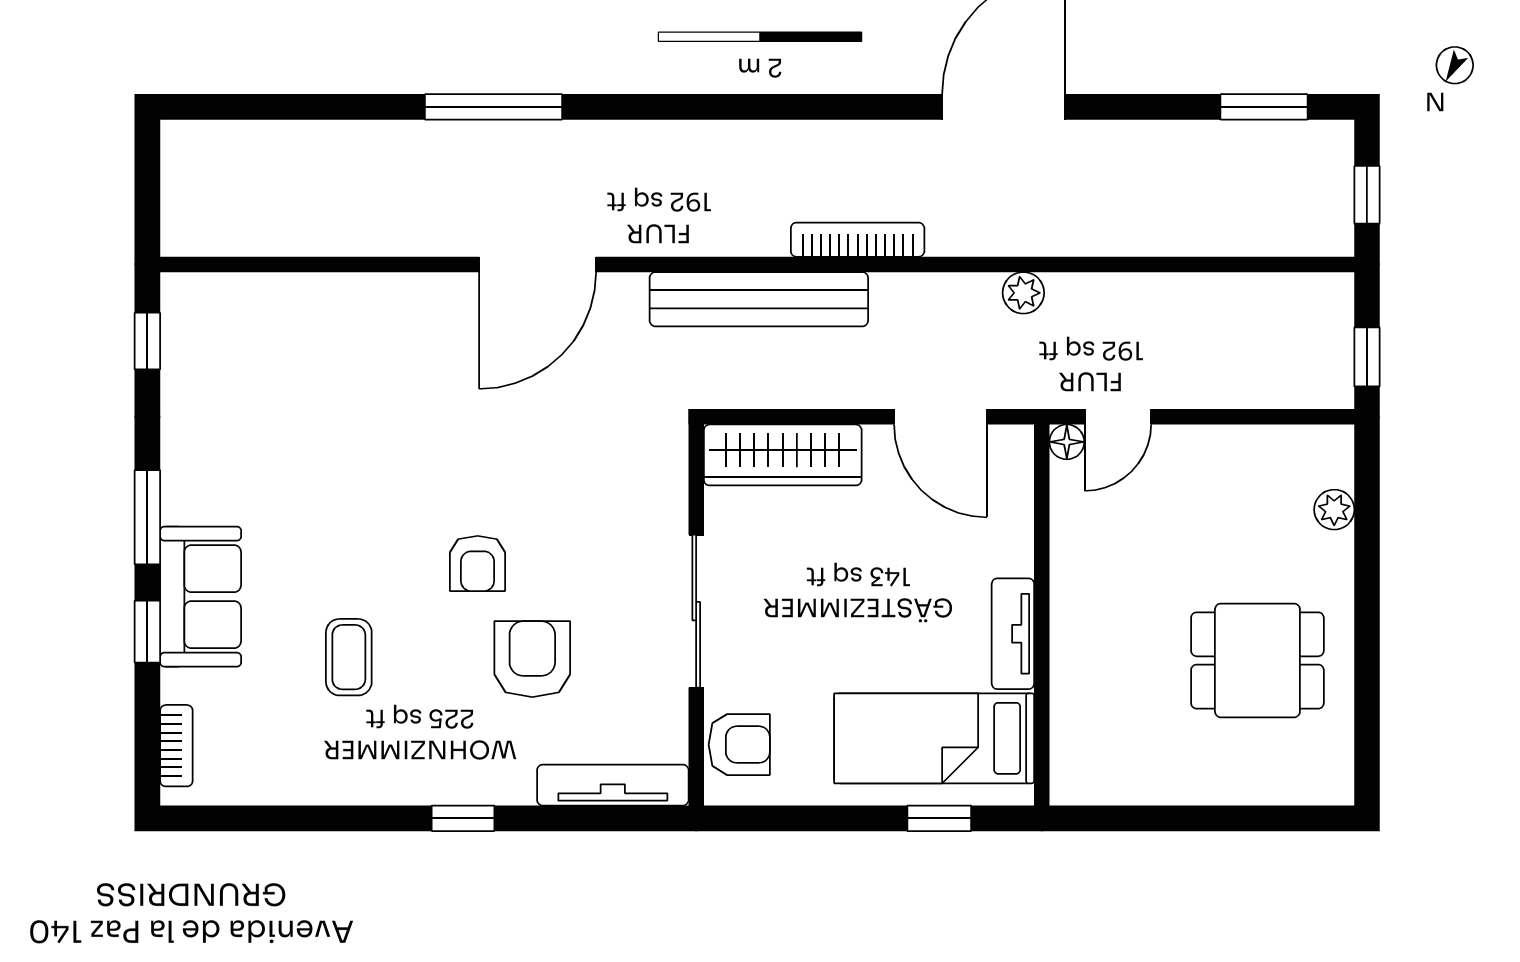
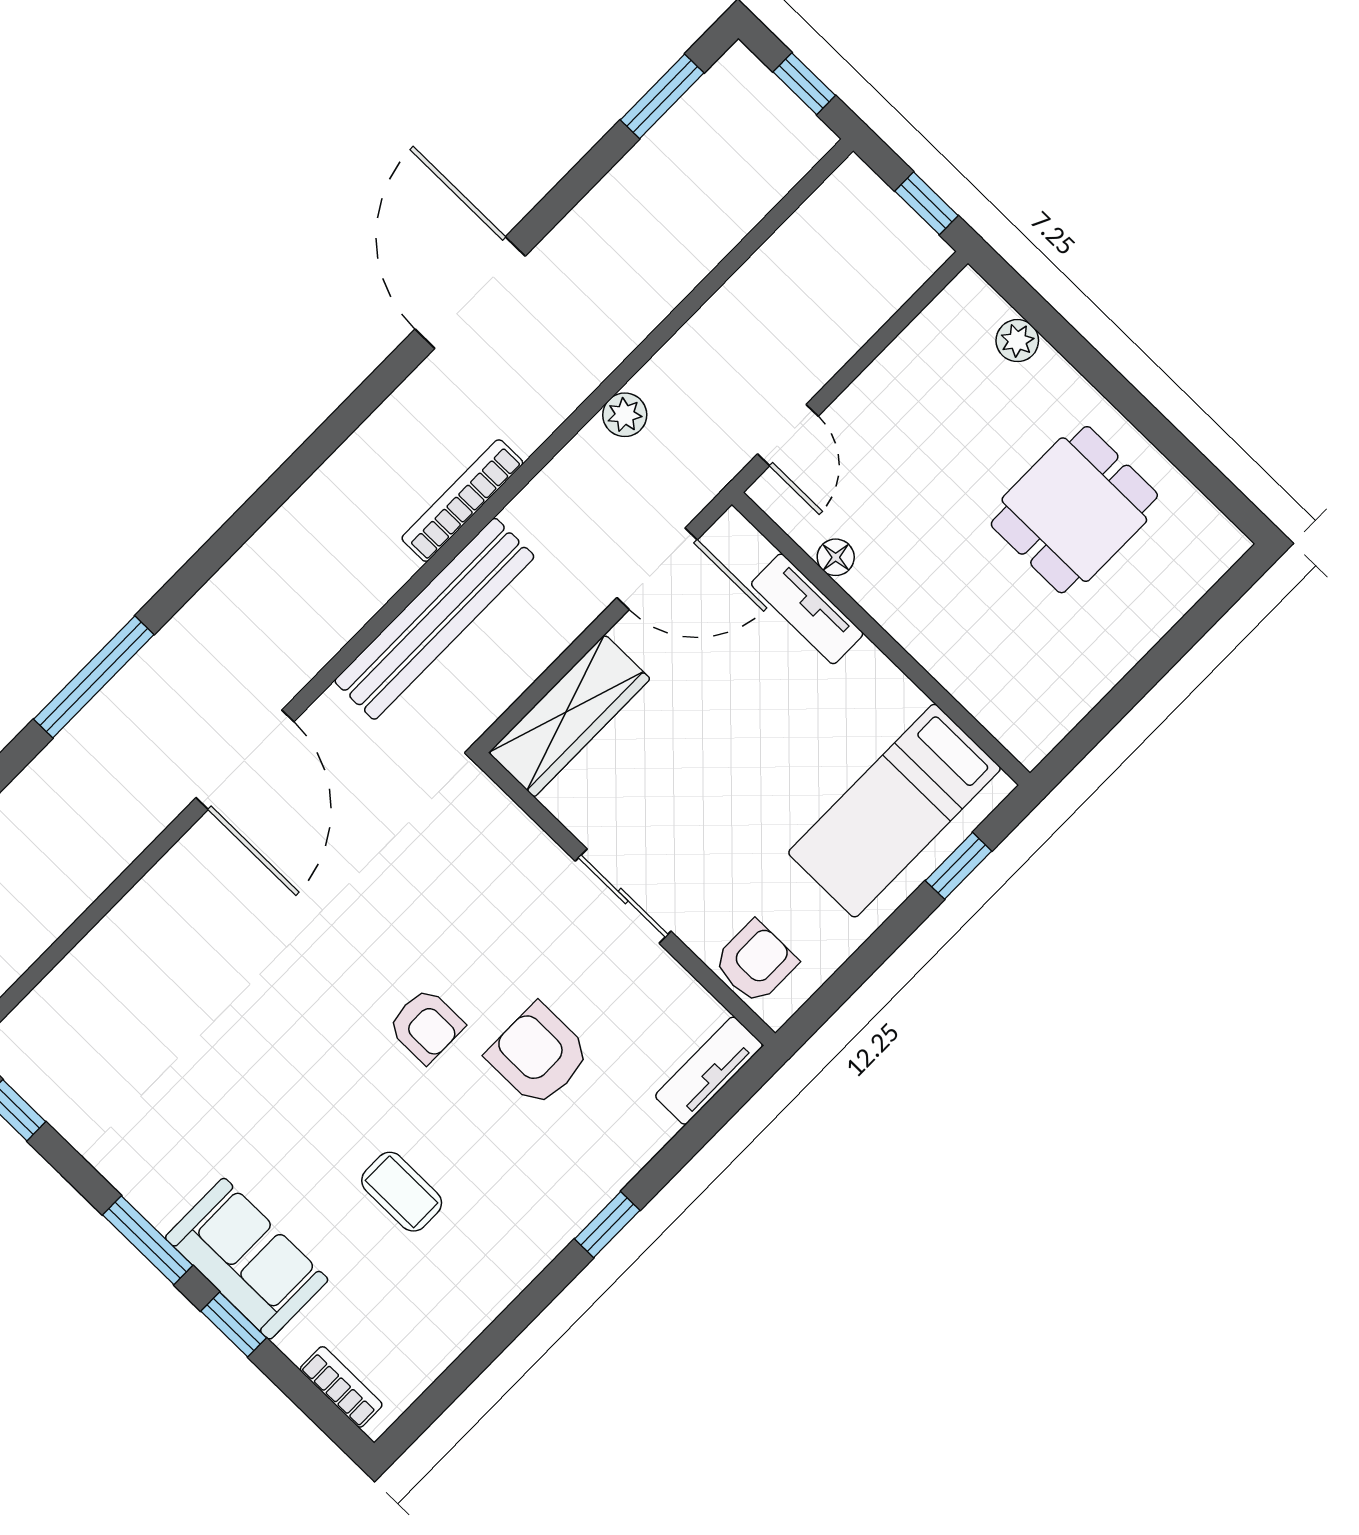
floor lamp: (1067, 442) -> (836, 557), moved
sliding door: (696, 611) -> (623, 896), width x0.73
tv unit: (1013, 634) -> (807, 609), moved
tv unit: (613, 785) -> (709, 1071), width x0.71

